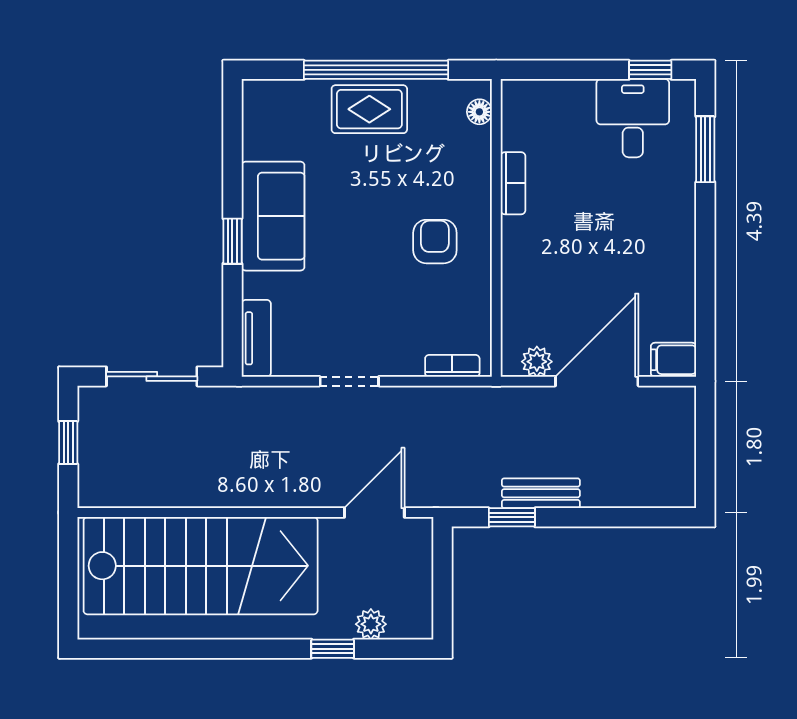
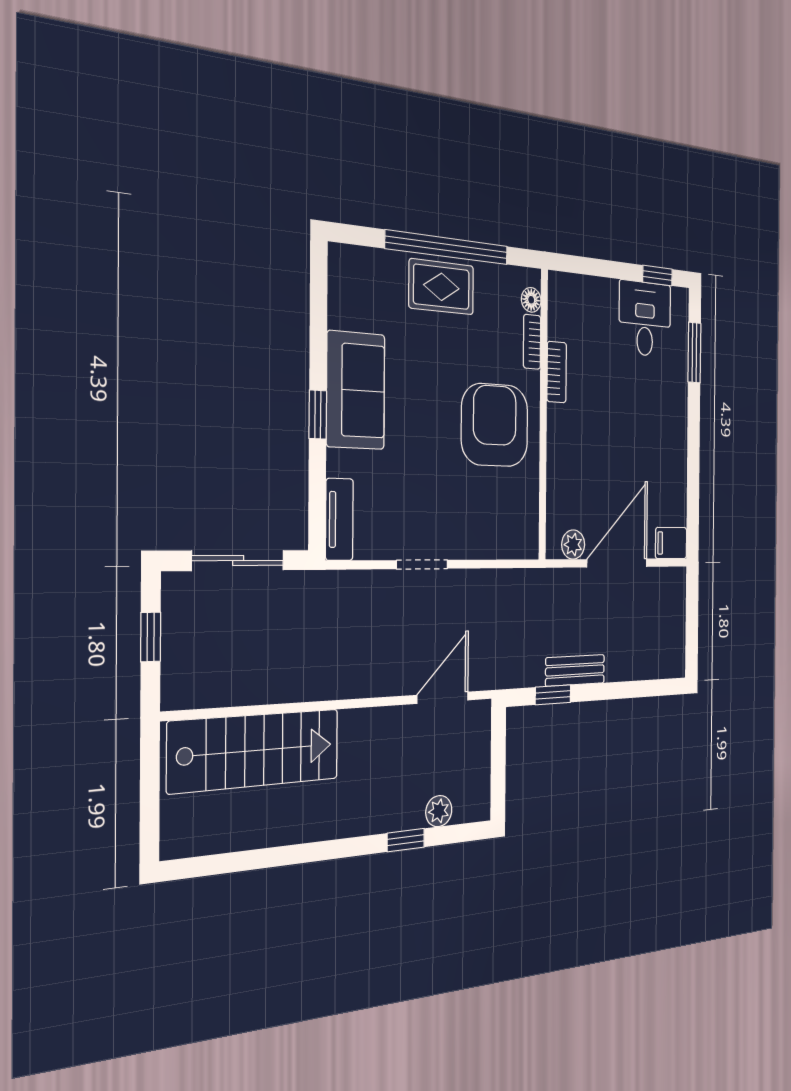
armchair: (435, 242) -> (495, 425), width x1.88, depth x1.88
bookcase: (452, 366) -> (532, 342), moved, turned -90
stairs: (201, 566) -> (255, 751), width x0.73, depth x0.66

